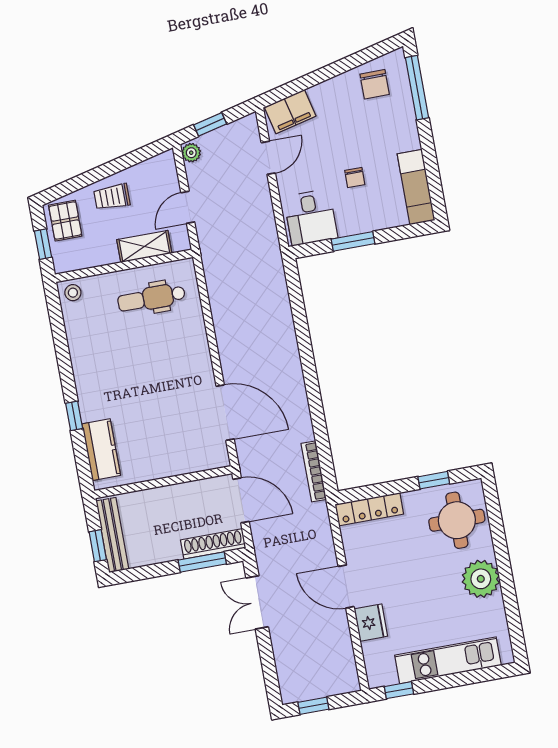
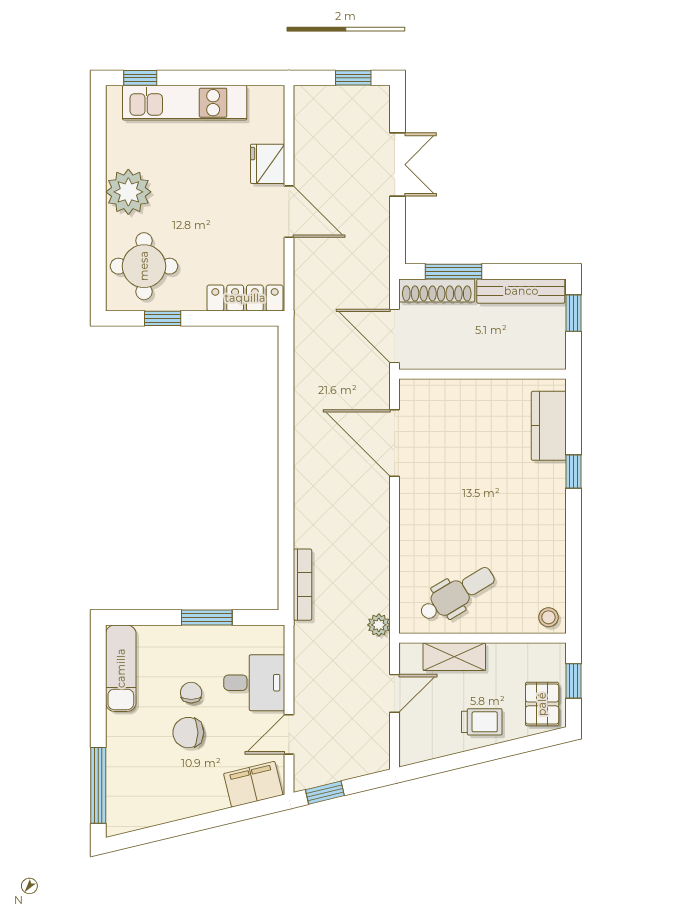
chair: (375, 84) -> (188, 733), moved, turned -90
window: (210, 124) -> (325, 793), moved
plant: (191, 153) -> (379, 625), moved
desk: (311, 217) -> (254, 683), moved, turned 90
dental chair: (151, 298) -> (457, 594), turned -31
bookcase: (314, 471) -> (302, 585), moved
bench: (112, 535) -> (521, 291), moved, turned 90
double door: (257, 602) -> (397, 165), moved
window: (399, 690) -> (140, 78), moved

